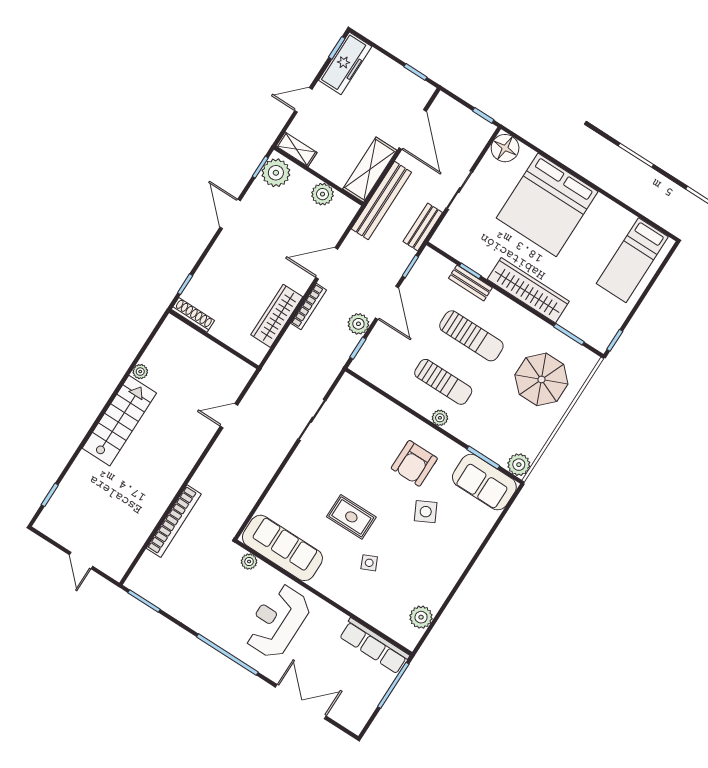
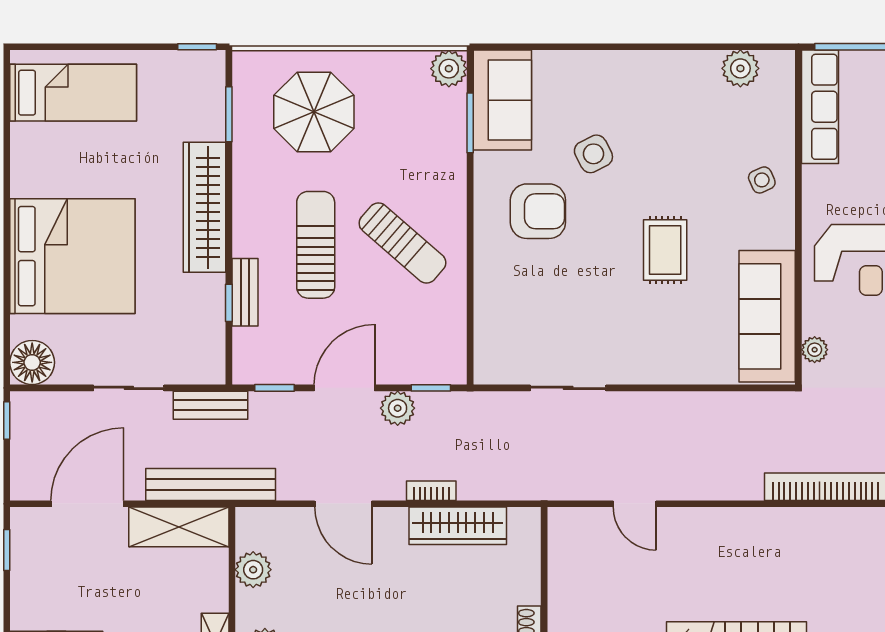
bookcase: (309, 307) -> (431, 491), width x0.64
sun lounger: (443, 382) -> (402, 243), turned 131
plant: (440, 418) -> (454, 216), removed
side table: (369, 563) -> (762, 180), moved

